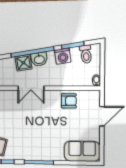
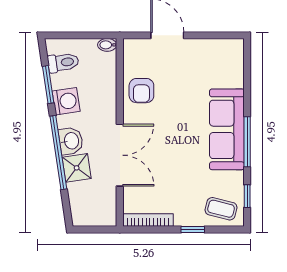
double door: (31, 88) -> (120, 155), width x1.37
armchair: (69, 101) -> (141, 91), turned 180
sofa: (82, 151) -> (227, 129), moved, width x1.36

